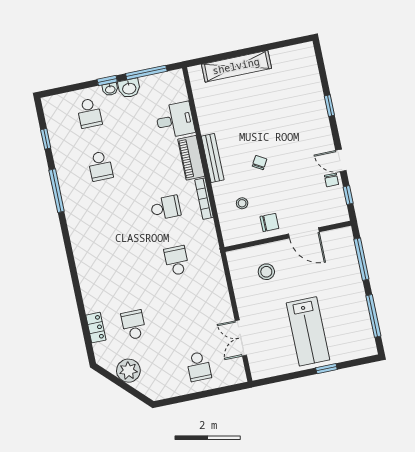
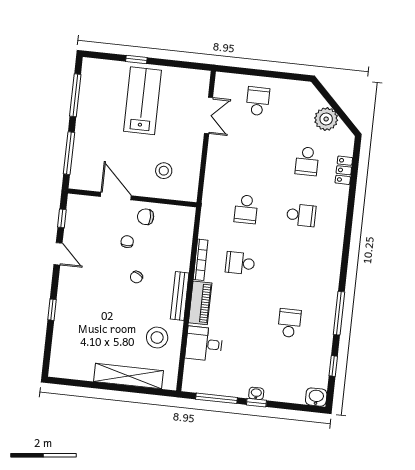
washbasin: (129, 88) -> (316, 397), moved
school desk: (89, 113) -> (301, 215), moved, turned 90
chair: (332, 180) -> (127, 242), moved
stool: (242, 203) -> (157, 337), moved, width x1.89, depth x1.89

